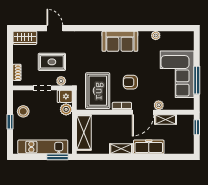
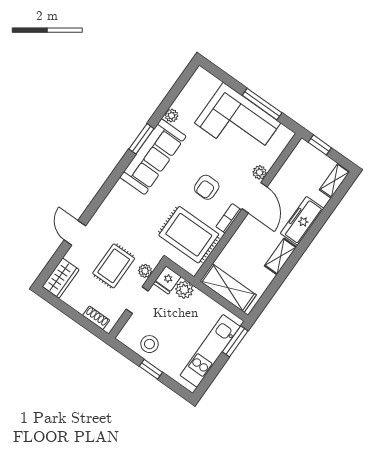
door: (55, 28) -> (75, 233), hinge flipped
window: (132, 28) -> (141, 139), added
sofa: (120, 41) -> (153, 157), width x1.36
shelving: (166, 119) -> (335, 181), moved

